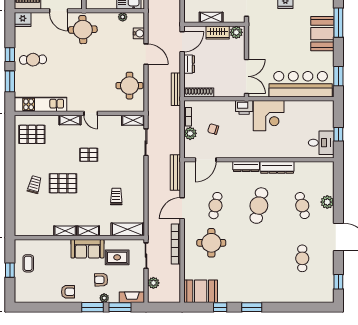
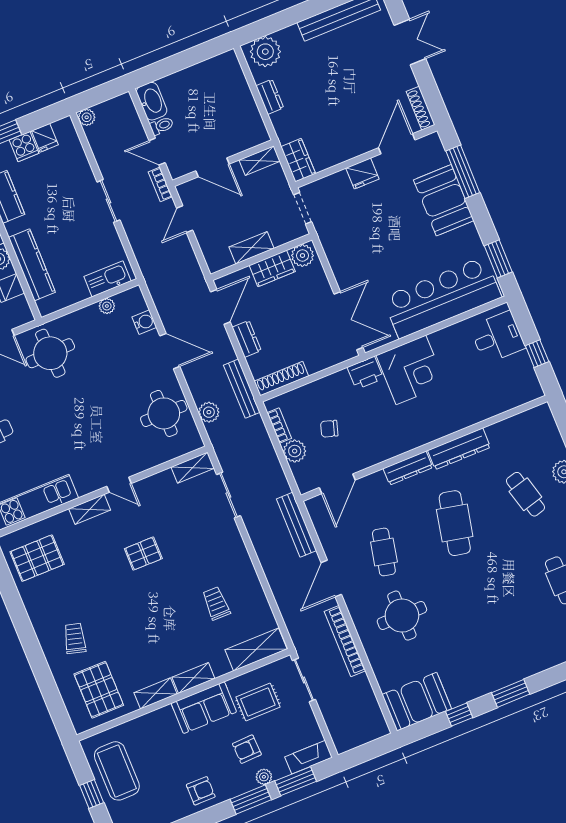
desk: (321, 143) -> (497, 337), moved
pallet: (63, 183) -> (99, 690), moved, turned 90
coffee table: (28, 263) -> (117, 771), width x1.86, depth x1.72
plant: (153, 283) -> (209, 412), moved

